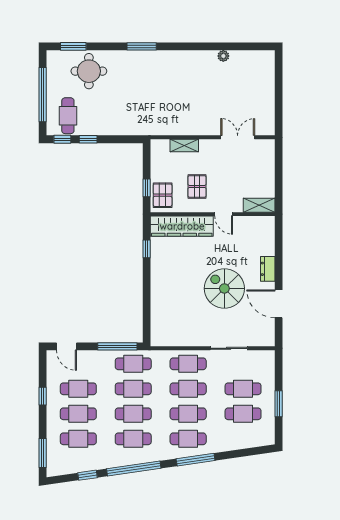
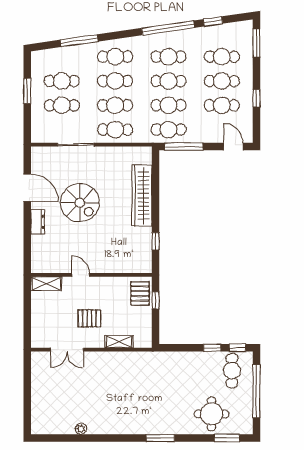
pallet: (197, 186) -> (89, 318), moved, turned 90
wardrobe: (182, 226) -> (142, 196), moved, turned -90
window: (196, 460) -> (79, 41), moved

